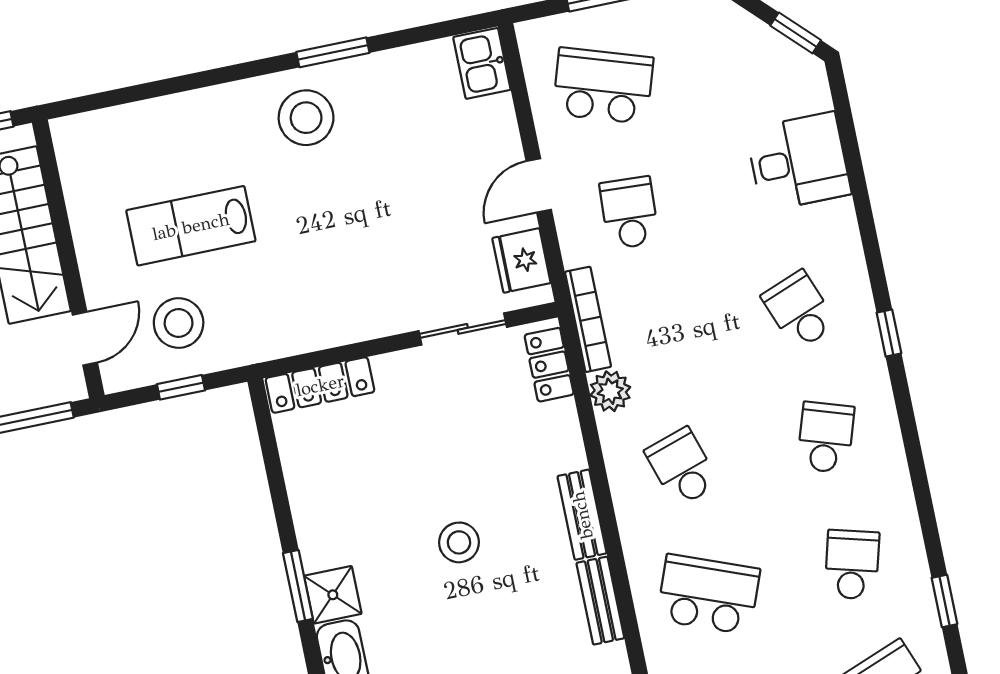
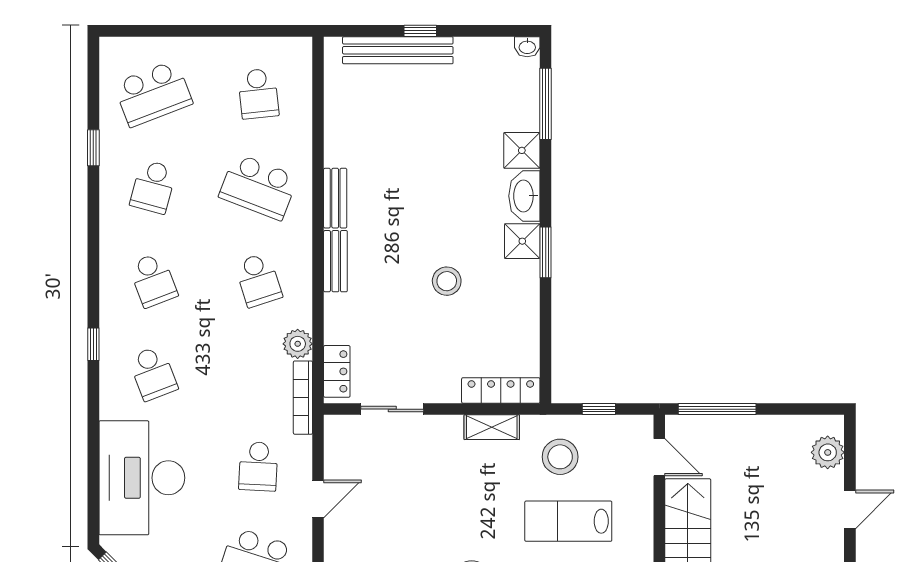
desk: (799, 162) -> (142, 478), width x1.87, depth x1.30
lab bench: (191, 226) -> (568, 521), turned 180
fridge: (521, 261) -> (341, 449), removed
stool: (179, 323) -> (560, 457), moved
shelving: (322, 332) -> (492, 427), added
door: (85, 339) -> (659, 457), swing flipped
school desk: (826, 437) -> (153, 280), turned -39
stool: (459, 542) -> (447, 281), moved

